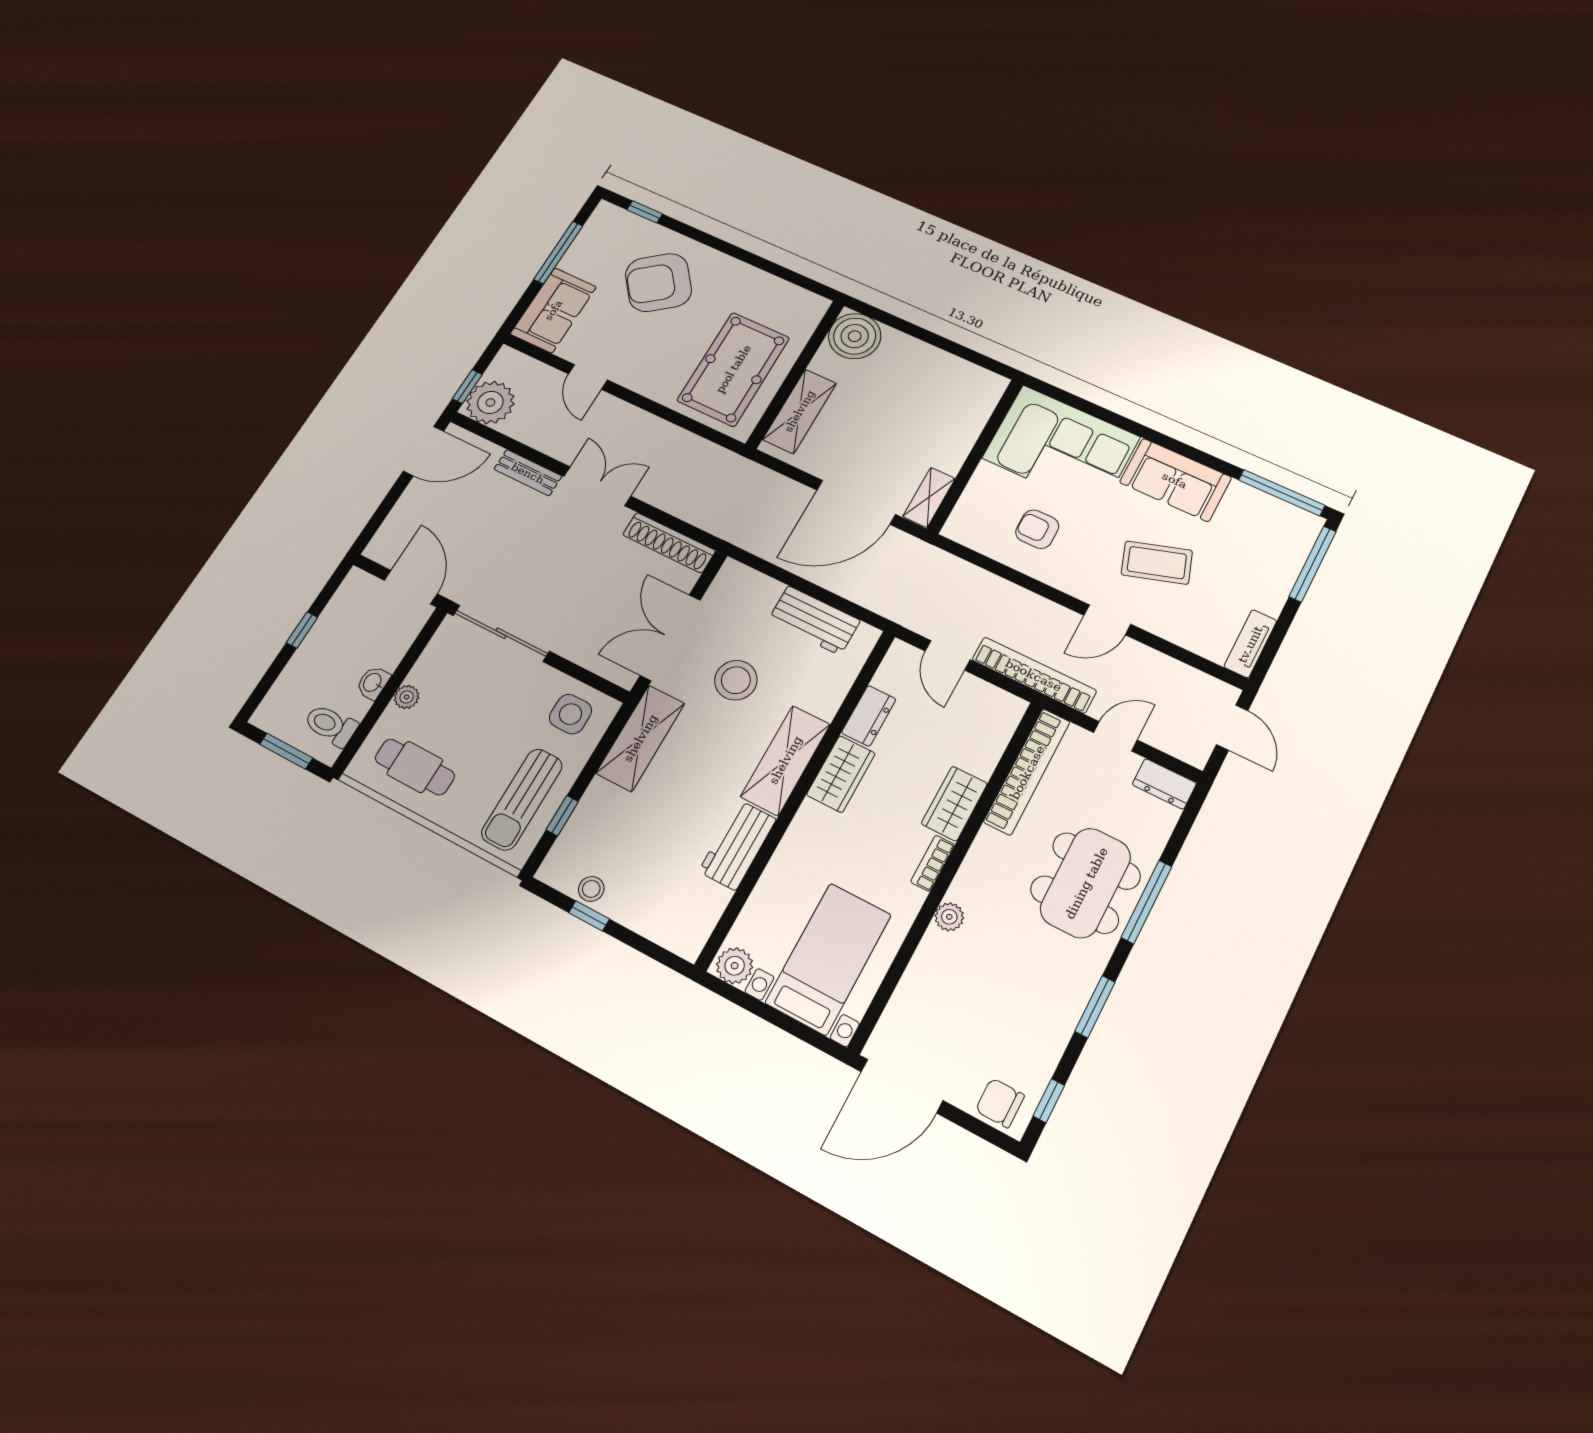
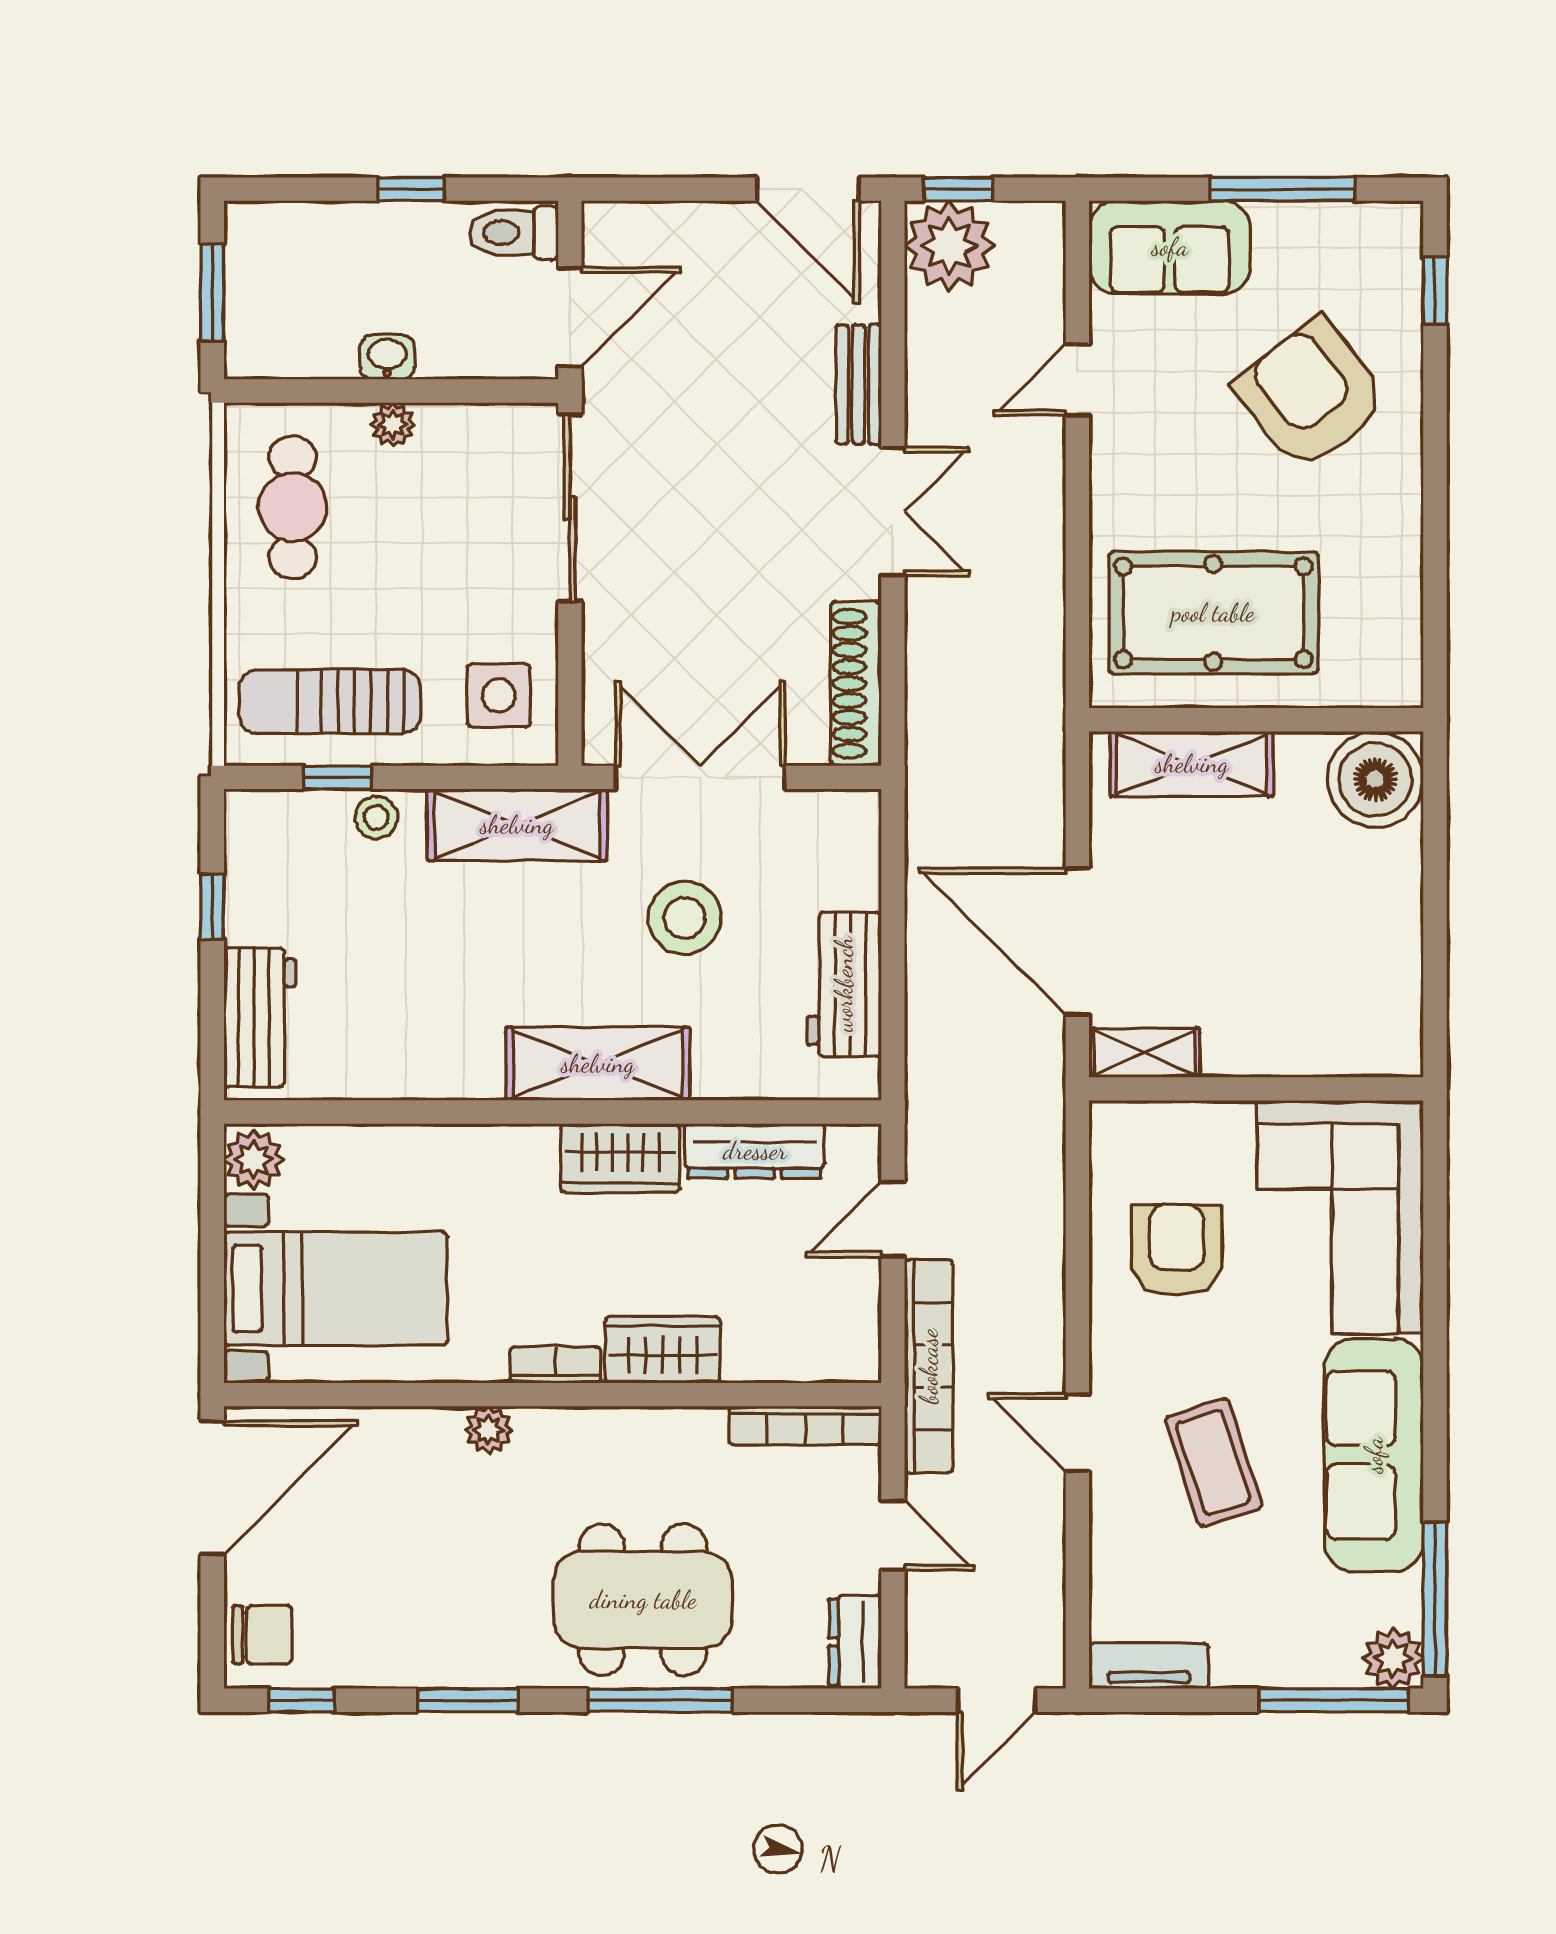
sofa: (1175, 480) -> (1374, 1455), width x1.36
plant: (1304, 526) -> (1393, 1658), added
armchair: (1037, 529) -> (1177, 1250), width x1.38, depth x1.38
dresser: (869, 716) -> (755, 1151), width x1.44
toilet: (331, 725) -> (514, 233), moved, turned -90
bookcase: (1027, 772) -> (805, 1426), width x0.68, depth x0.76
workbench: (737, 845) -> (260, 1017), moved, turned 90
stool: (591, 889) -> (376, 817), moved
door: (902, 1086) -> (212, 1488), swing flipped
chair: (1000, 1103) -> (262, 1635), turned 90

